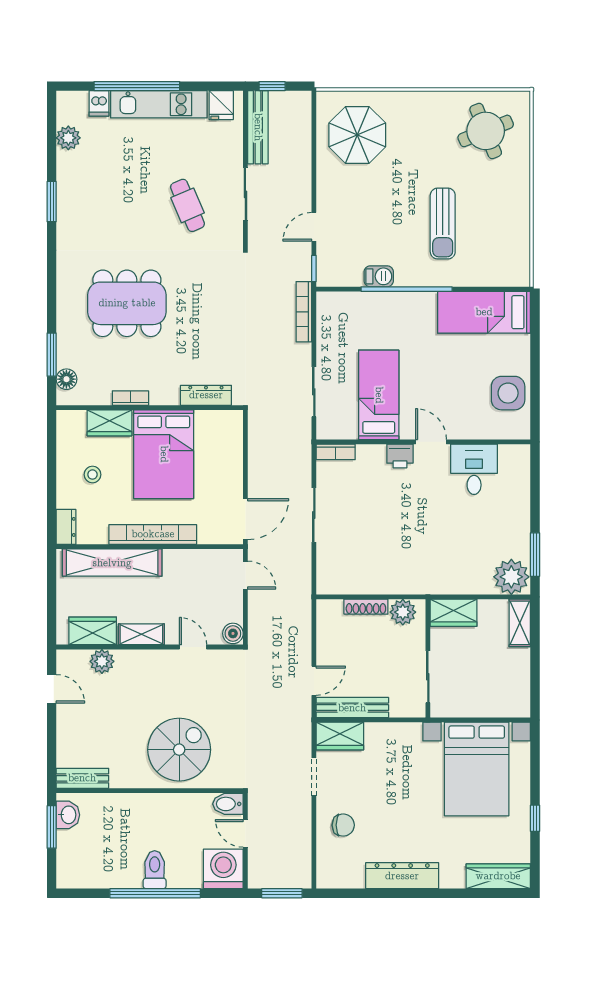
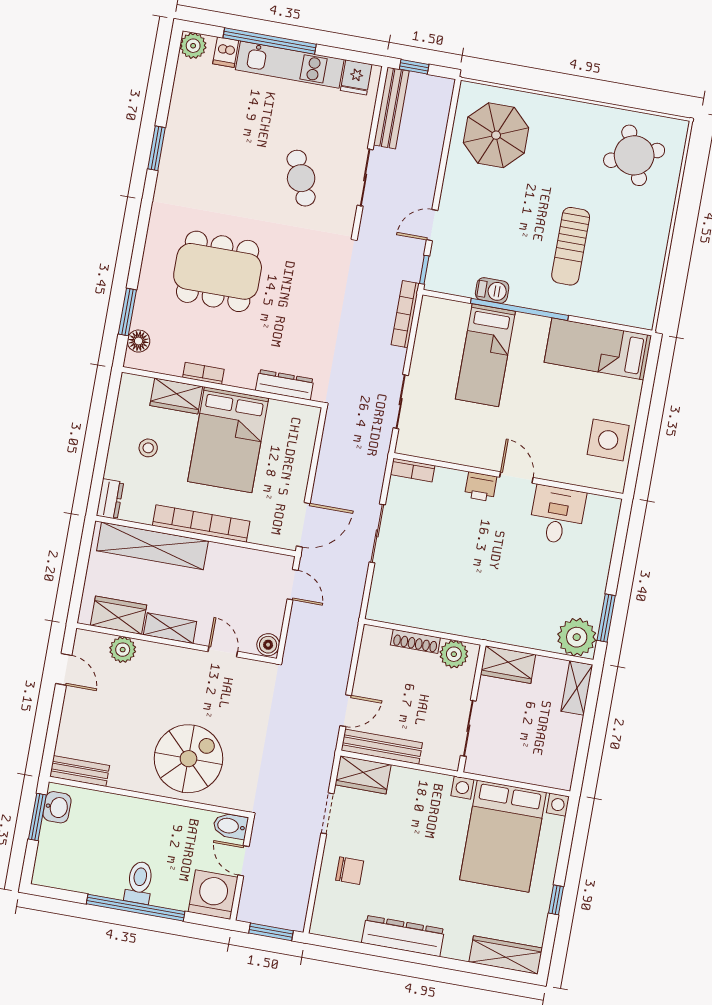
plant: (68, 138) -> (193, 46), moved
bed: (379, 395) -> (485, 355), moved, turned 180

